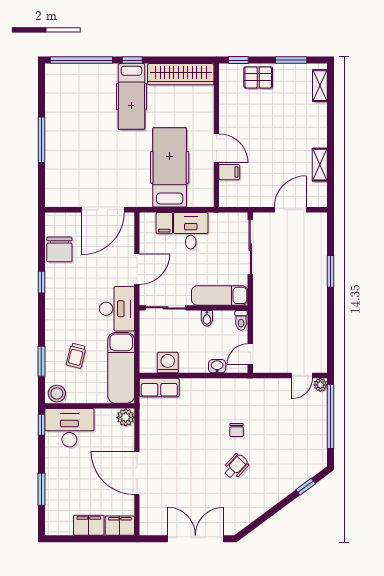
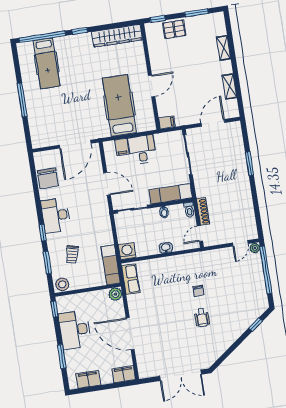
shelving: (320, 86) -> (224, 48), moved
hospital bed: (131, 96) -> (47, 63), moved
door: (216, 148) -> (152, 86), hinge flipped
filing cabinet: (229, 172) -> (167, 122), moved
door: (137, 269) -> (107, 184), hinge flipped
window: (41, 282) -> (43, 233), moved
desk: (117, 309) -> (56, 215), moved, turned 180
shoe rack: (259, 325) -> (203, 211), added
washing machine: (168, 363) -> (127, 251), moved
washbasin: (217, 366) -> (166, 248), moved
exam couch: (121, 368) -> (111, 265), width x0.73, depth x0.69
row of seats: (159, 387) -> (131, 279), moved, turned -90
desk: (69, 428) -> (75, 330), moved, turned -90
wheelchair: (236, 466) -> (202, 318), turned 137
filing cabinet: (89, 525) -> (88, 379), moved
double door: (195, 539) -> (181, 375), swing flipped

